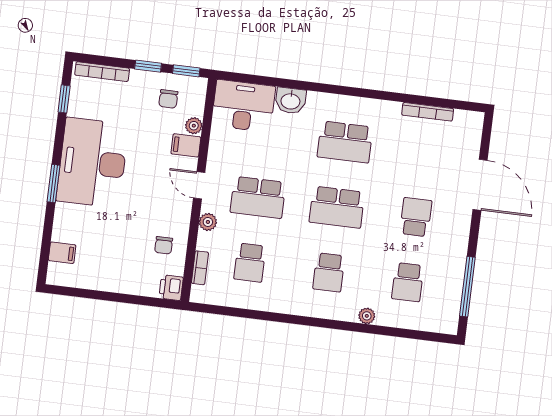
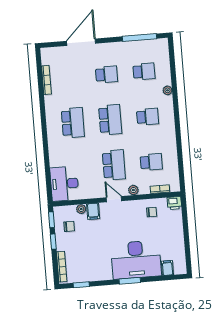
washbasin: (291, 101) -> (56, 158), removed
desk: (92, 163) -> (136, 260), moved
door: (199, 185) -> (114, 199), swing flipped
school desk: (416, 217) -> (107, 74), turned 180

